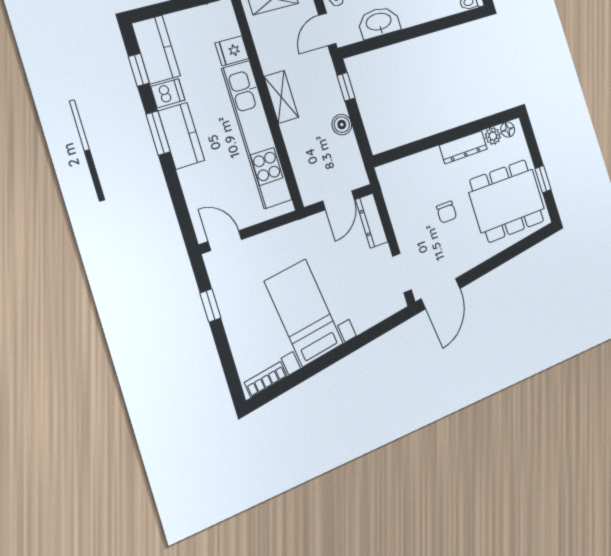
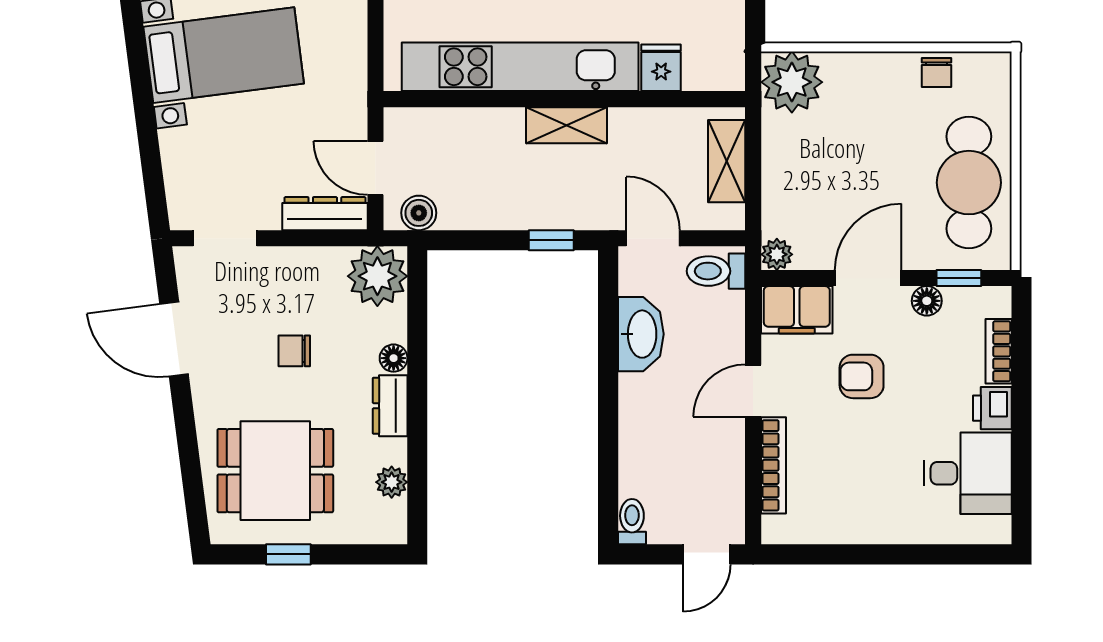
boiler: (342, 125) -> (419, 213), moved
floor lamp: (508, 130) -> (394, 358), moved
dresser: (463, 147) -> (390, 406), width x0.70
plant: (395, 179) -> (377, 276), added
dining table: (507, 201) -> (275, 471), width x0.73
door: (441, 294) -> (174, 339), moved

